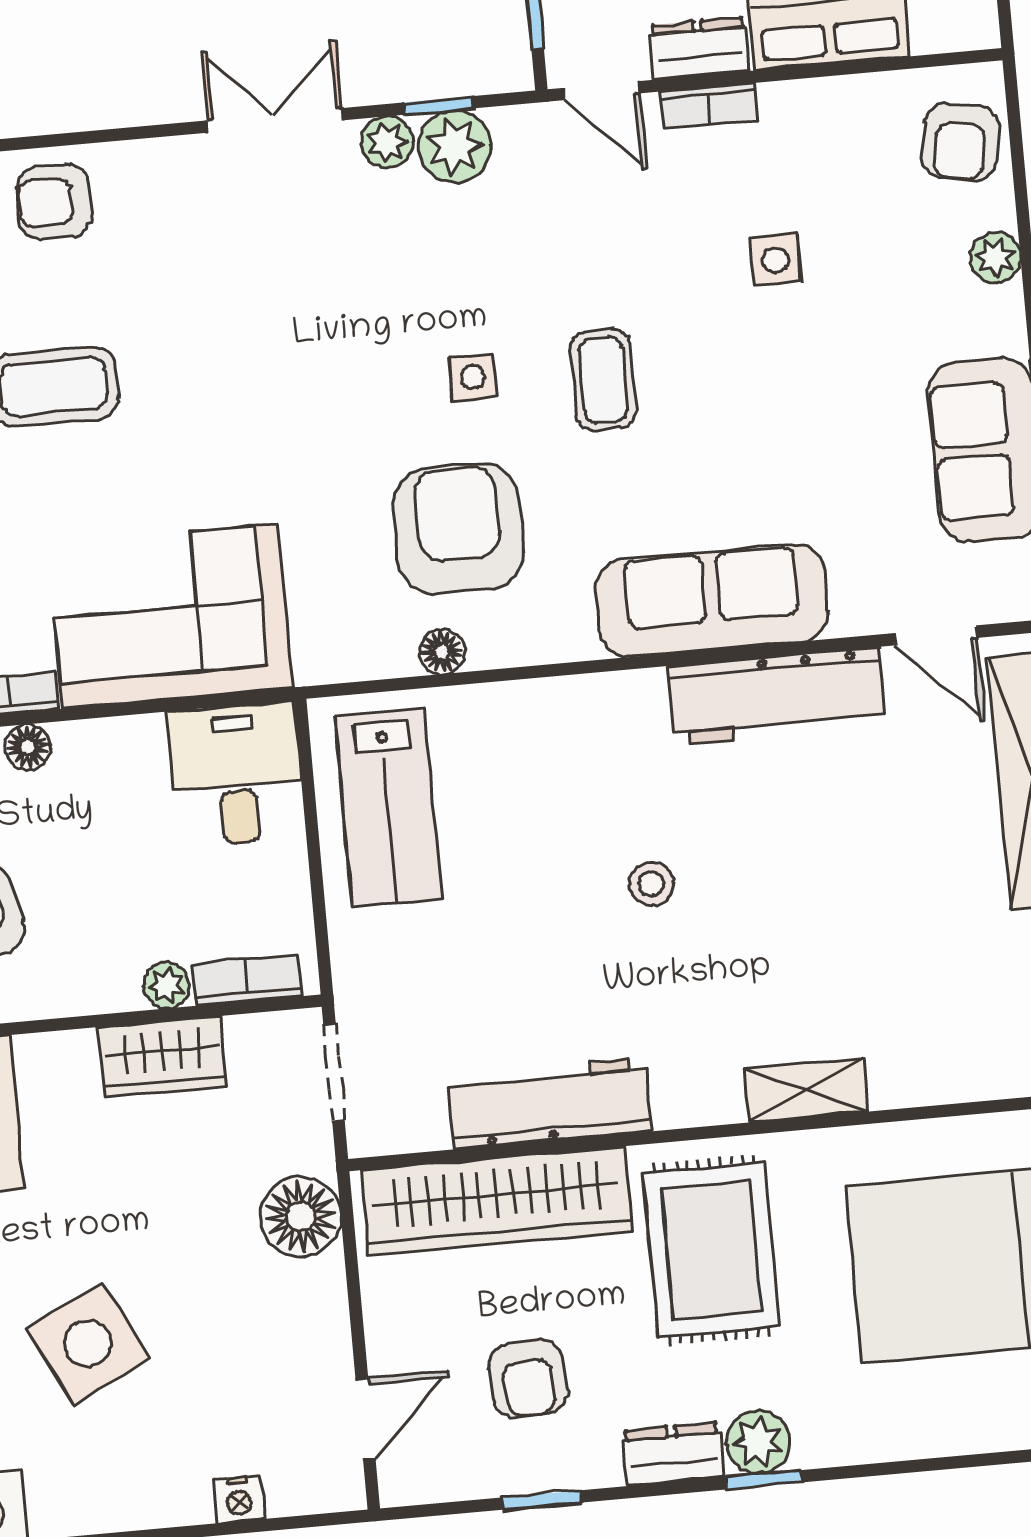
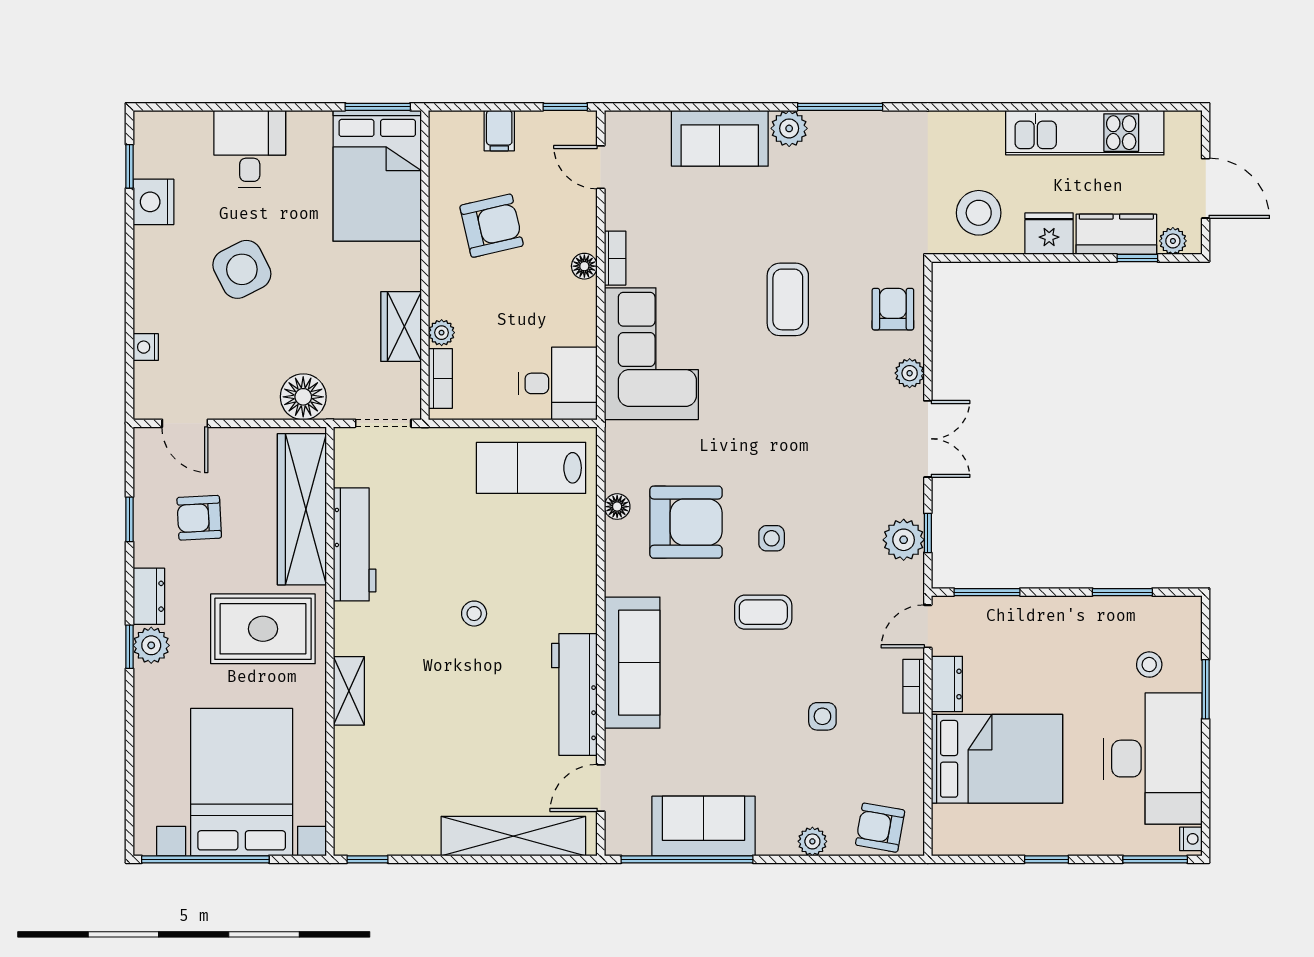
plant: (387, 142) -> (910, 373), moved

